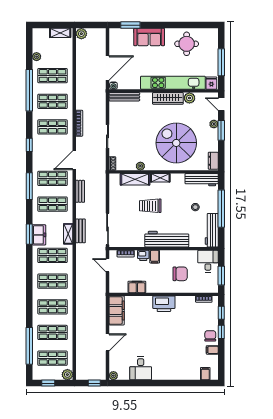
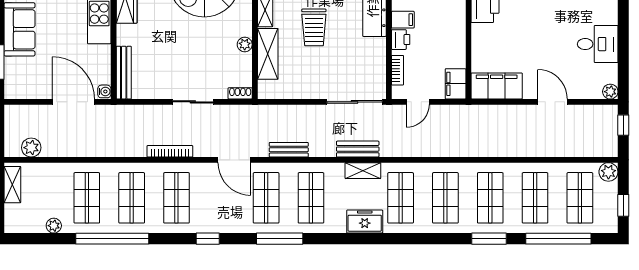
plant: (81, 34) -> (31, 148), moved
window: (29, 234) -> (489, 239), moved
filing cabinet: (137, 287) -> (456, 84), moved

